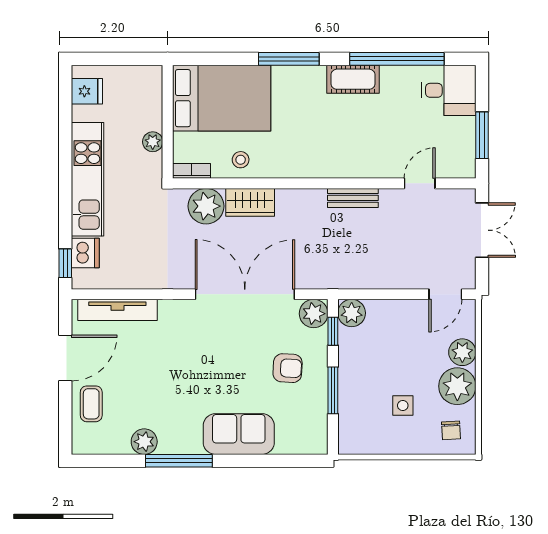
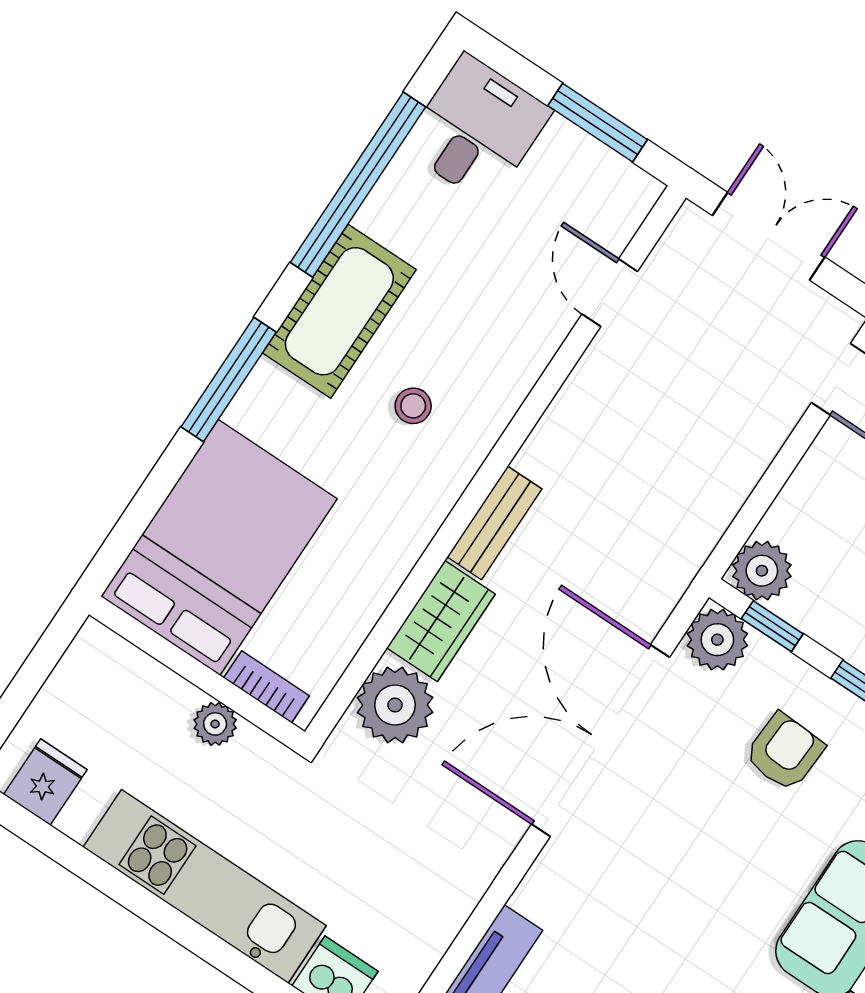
cot: (353, 79) -> (339, 311), width x1.37, depth x1.34
stool: (241, 160) -> (413, 406), moved
bookcase: (191, 171) -> (266, 687), moved, turned 90
bench: (353, 198) -> (495, 523), moved

